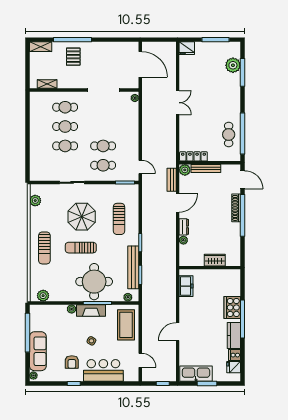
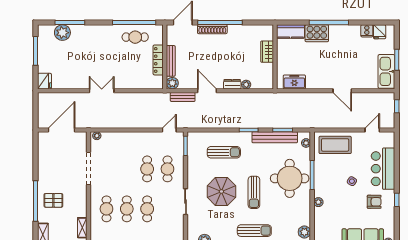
locker: (193, 156) -> (158, 60), moved
fireplace: (91, 310) -> (320, 182), removed
kitchen counter: (234, 335) -> (290, 32), moved

